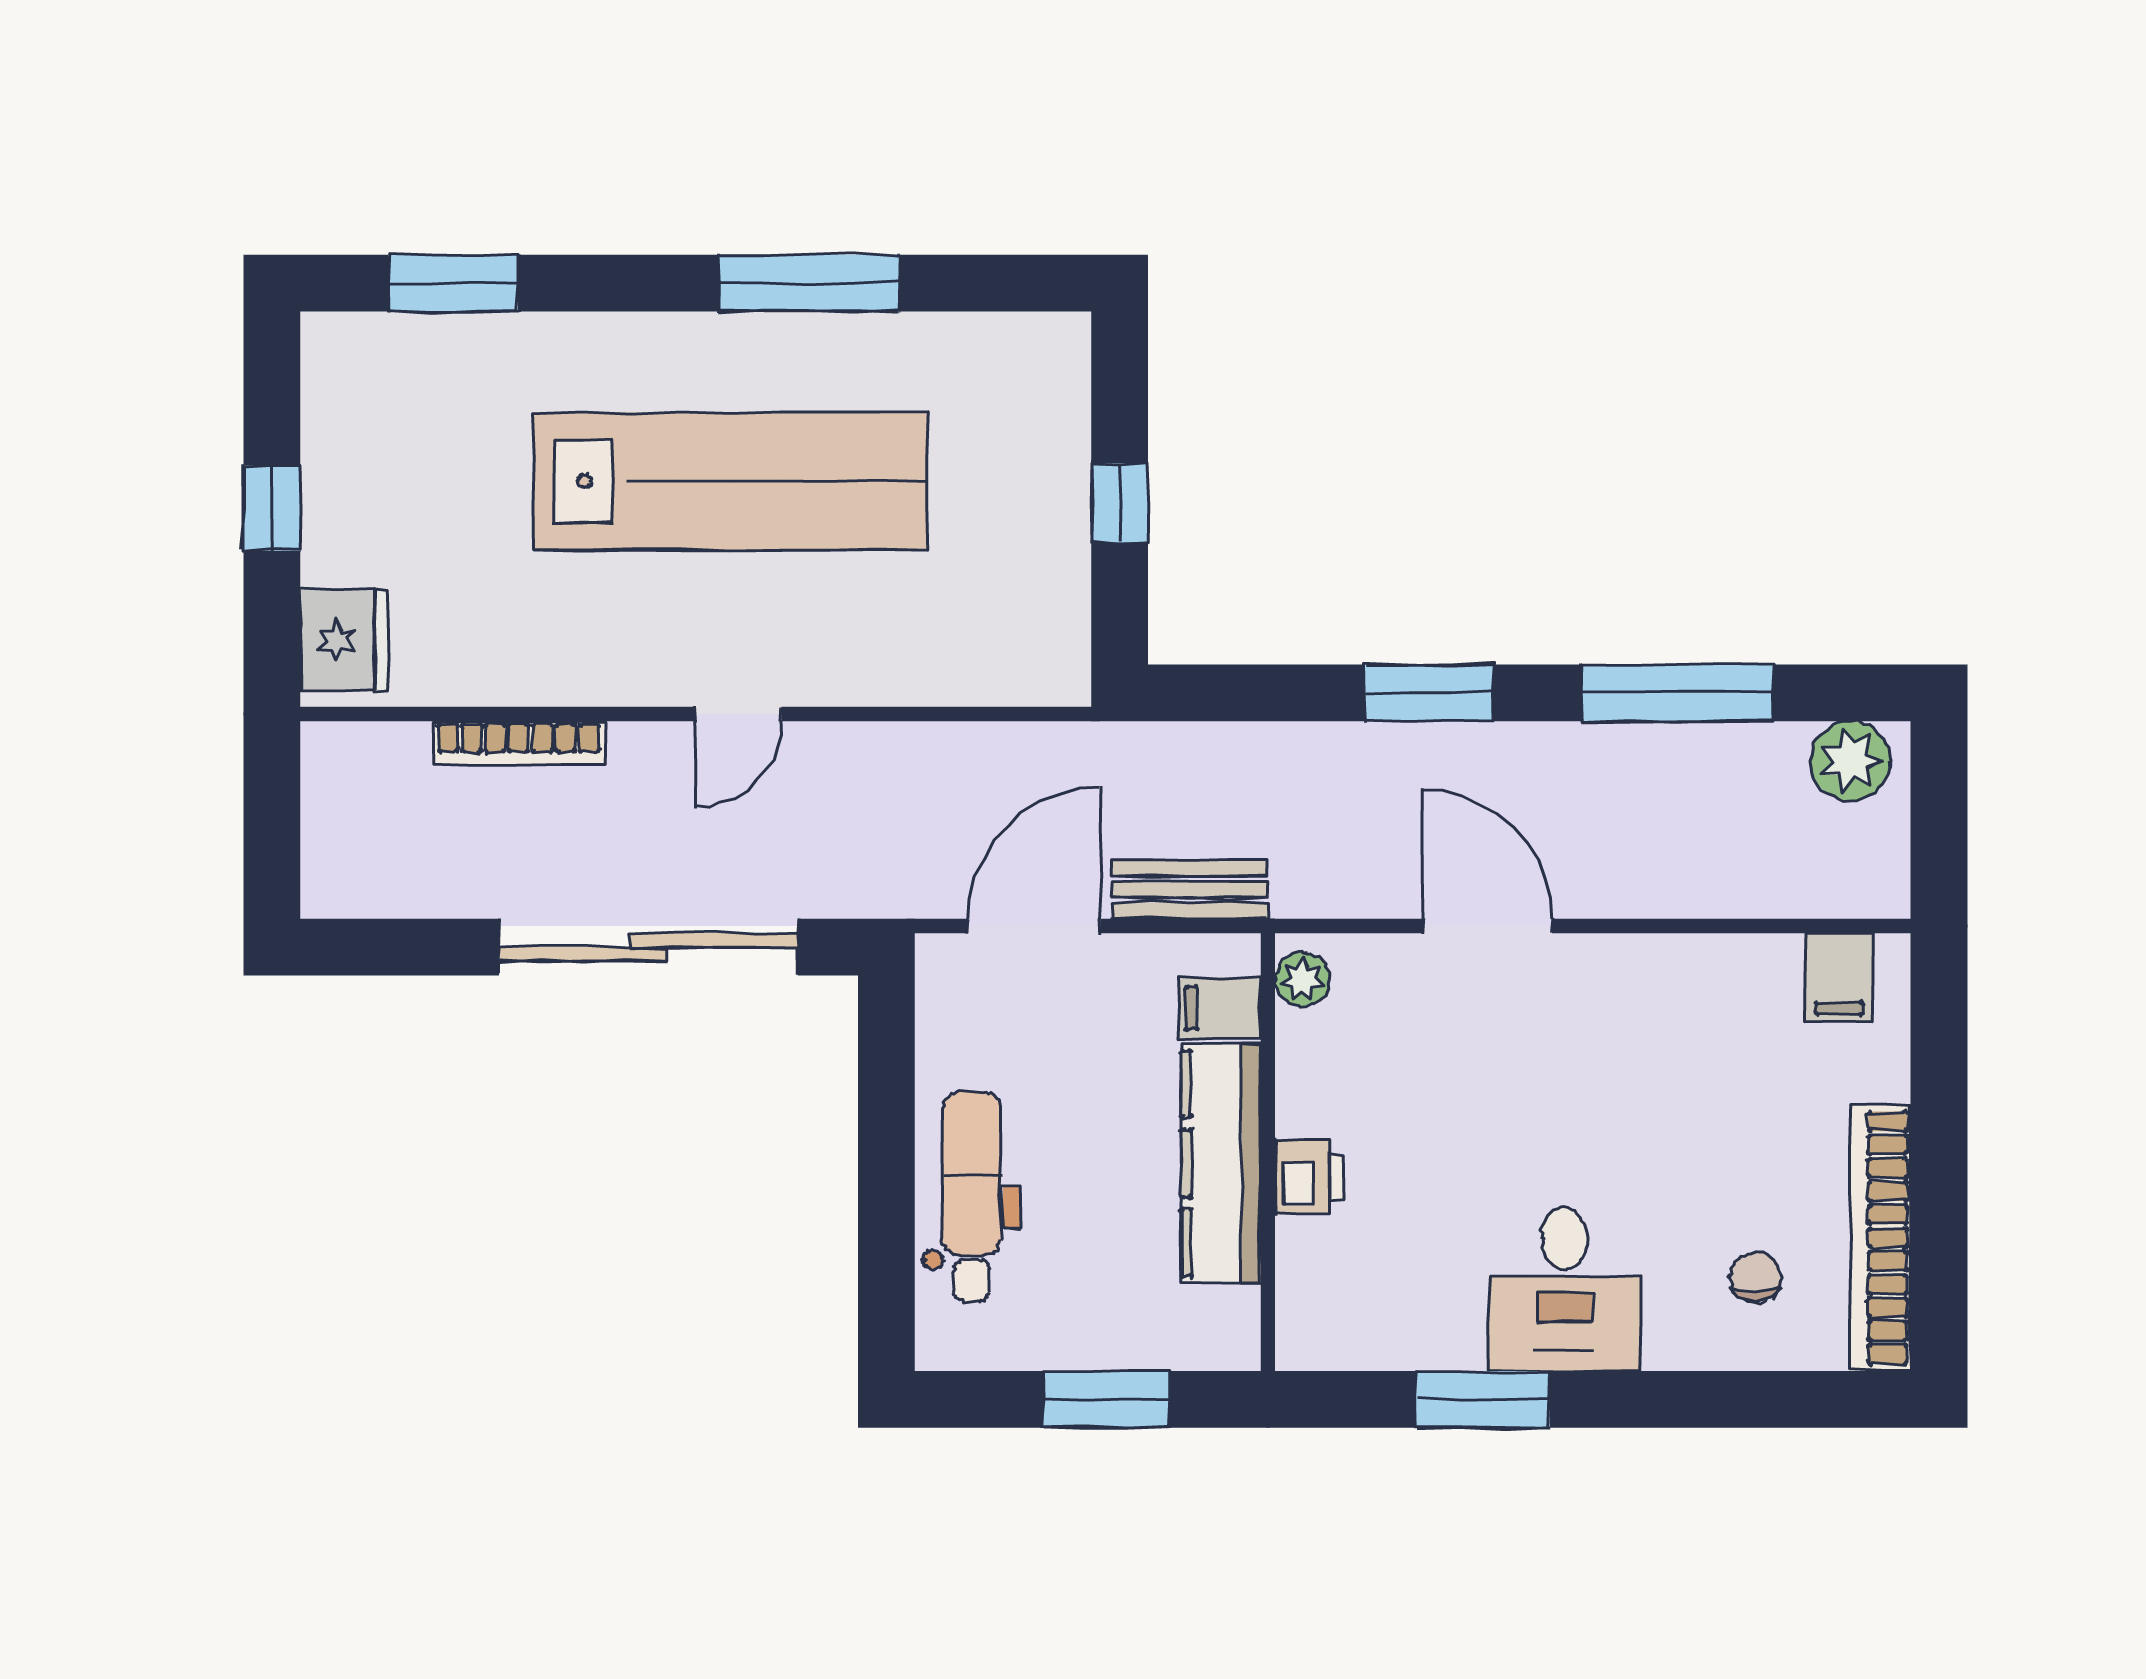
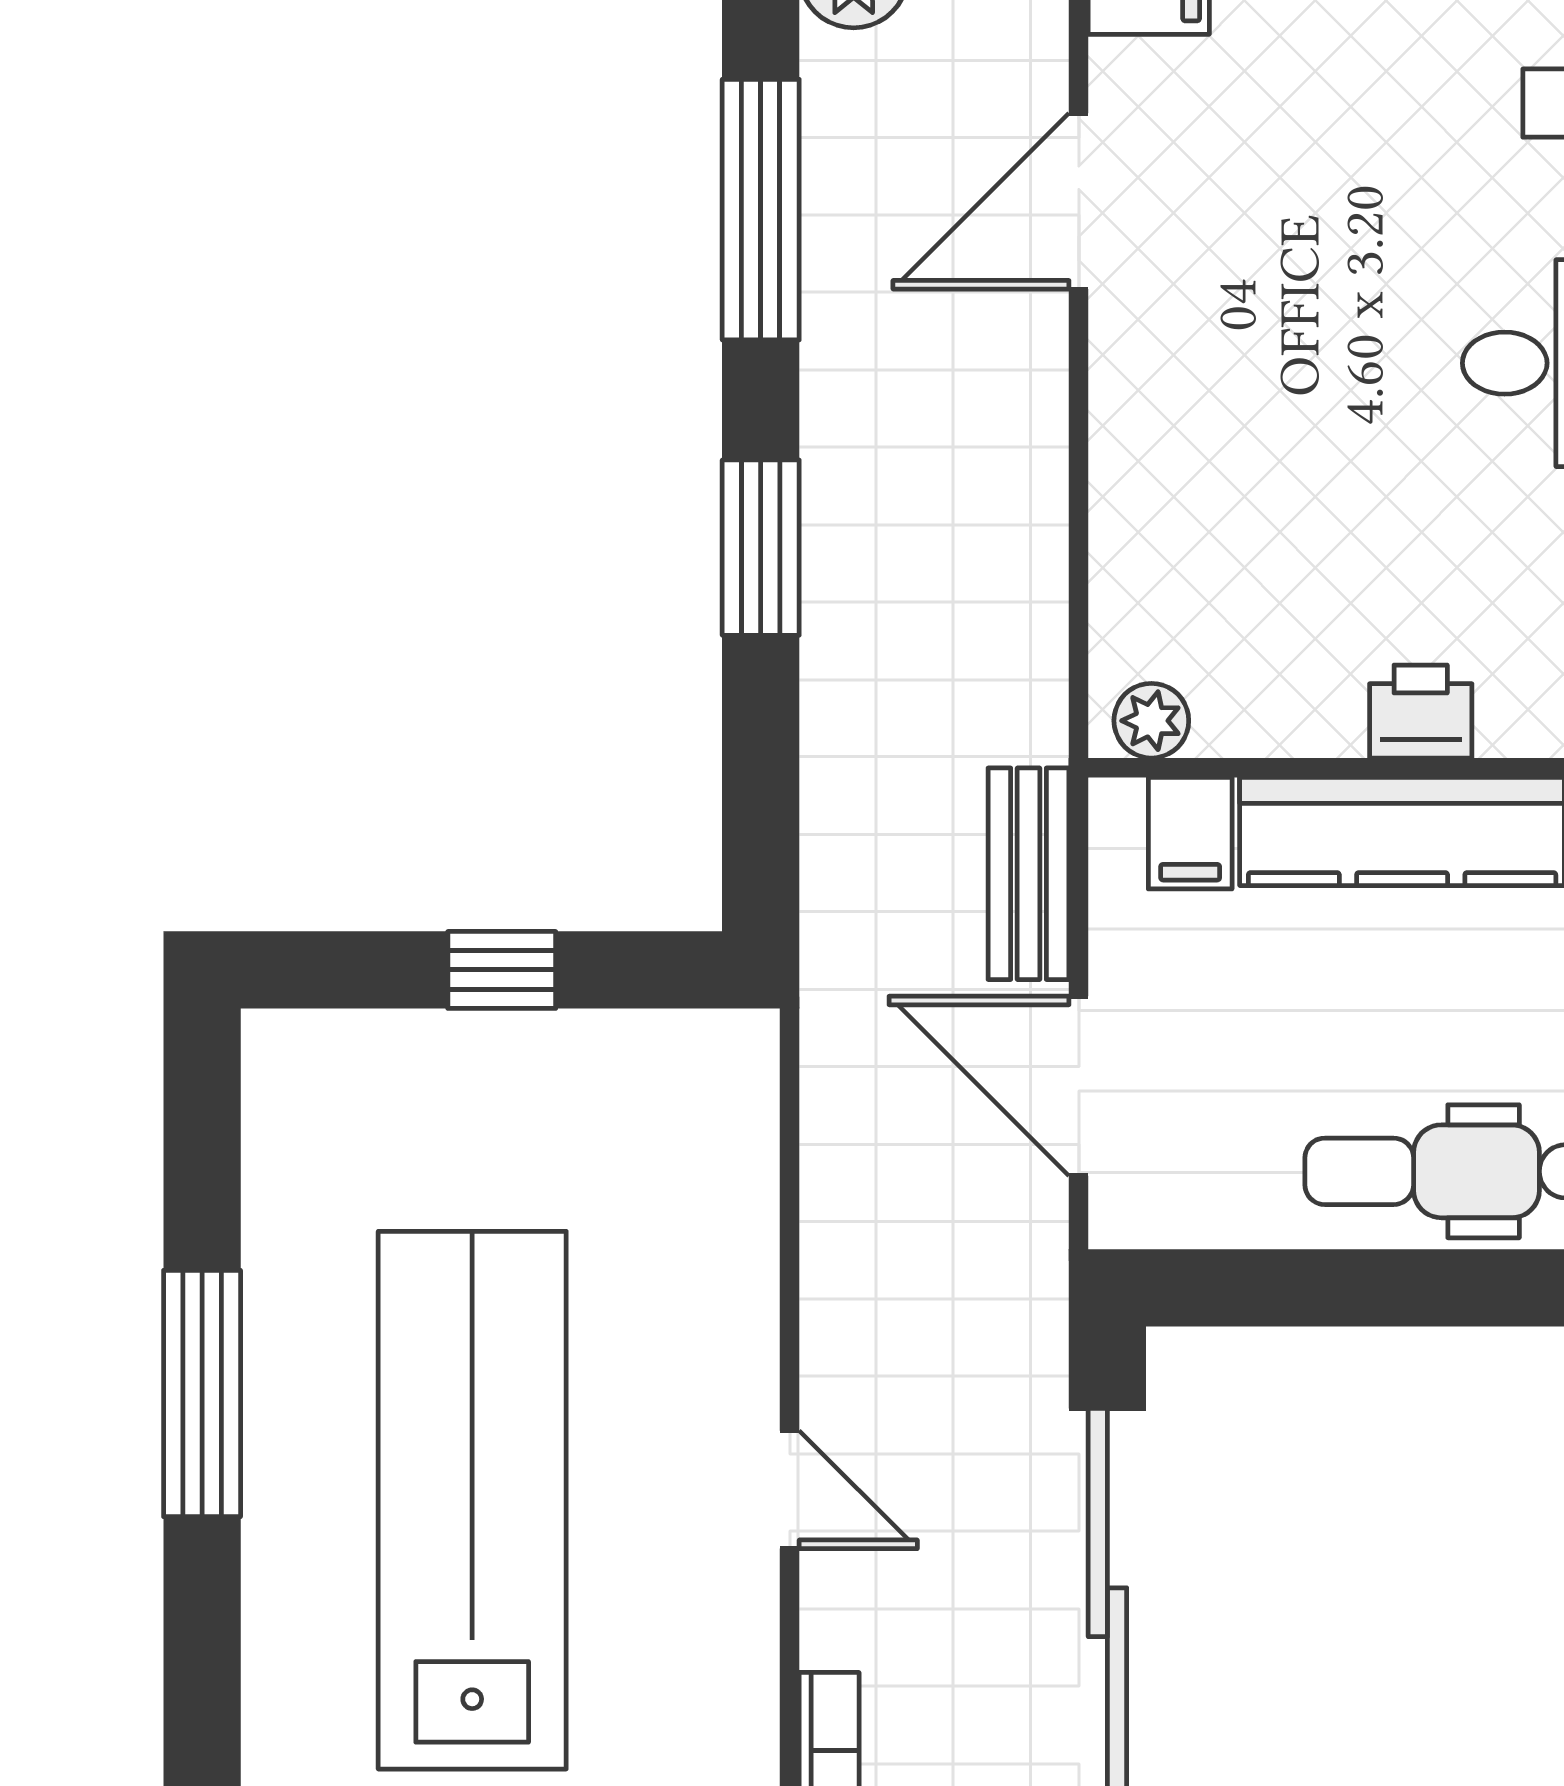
door: (1488, 926) -> (1079, 201), moved

